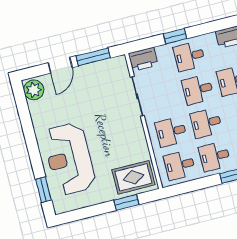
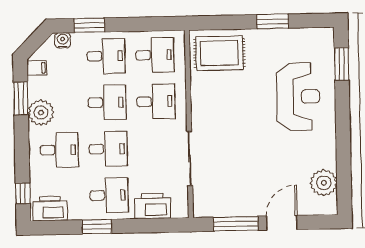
window: (175, 36) -> (97, 227), moved
printer: (143, 59) -> (152, 206), moved
plant: (34, 90) -> (324, 183), moved
reception desk: (69, 159) -> (298, 97), width x0.74, depth x0.77
window: (126, 202) -> (273, 21), moved

